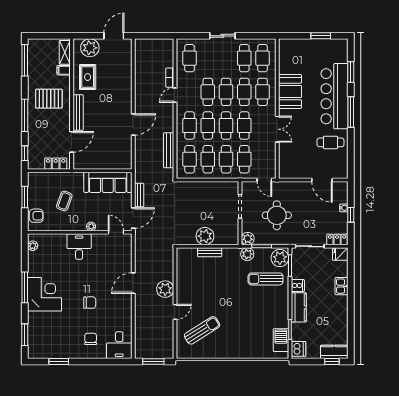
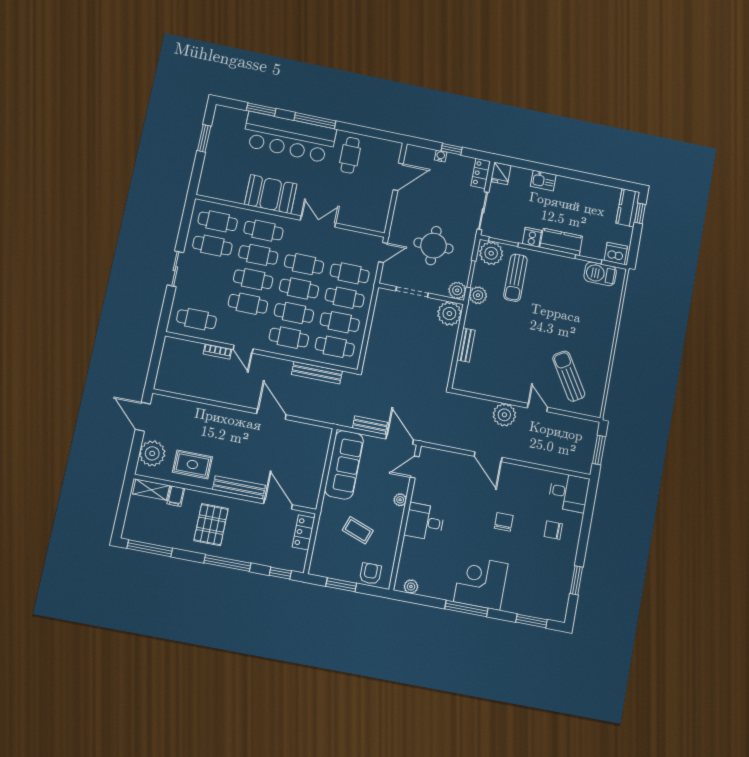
plant: (205, 236) -> (449, 314), moved

